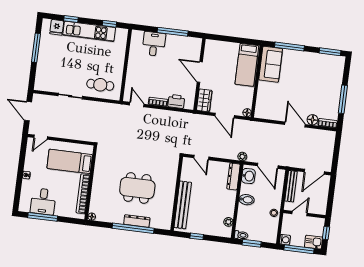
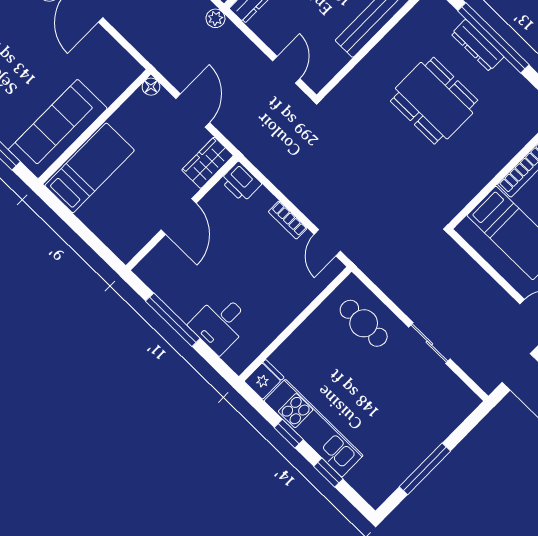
window: (109, 24) -> (289, 434), moved
fridge: (57, 27) -> (264, 379), moved
sofa: (271, 64) -> (58, 129), width x1.36
printer: (176, 101) -> (241, 182), moved

